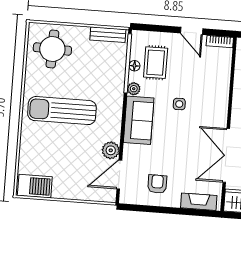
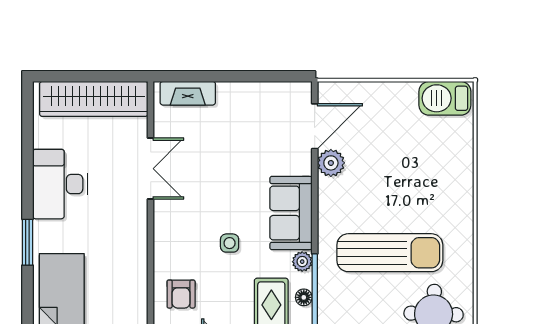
sun lounger: (62, 111) -> (390, 253), moved
double door: (226, 155) -> (151, 169), width x0.73
armchair: (157, 184) -> (181, 294), moved

